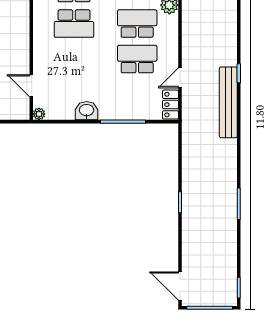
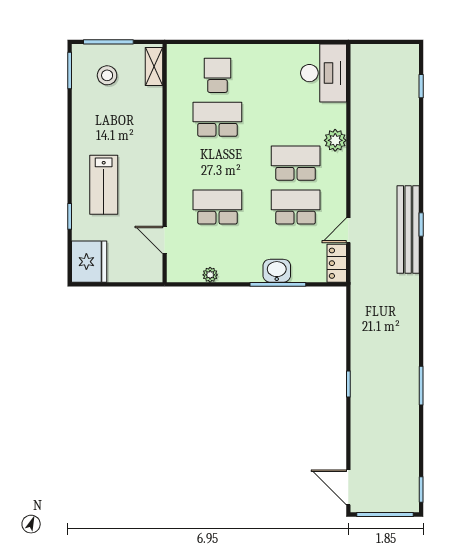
school desk: (74, 24) -> (217, 207), moved, turned 180
bench: (228, 102) -> (408, 229), moved
washbasin: (87, 111) -> (277, 271), moved
plant: (39, 114) -> (210, 275), moved

